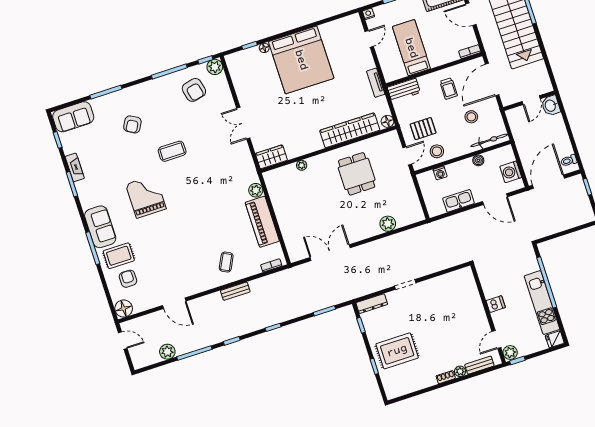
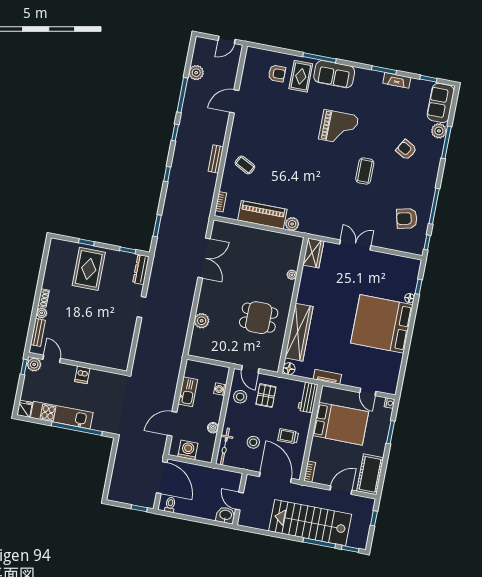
bed: (411, 48) -> (340, 424), width x1.50
plant: (215, 67) -> (439, 131), moved
floor lamp: (124, 309) -> (254, 56), removed

